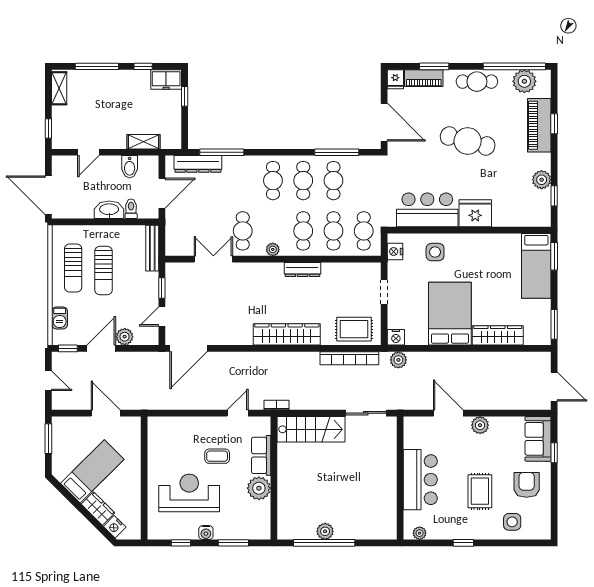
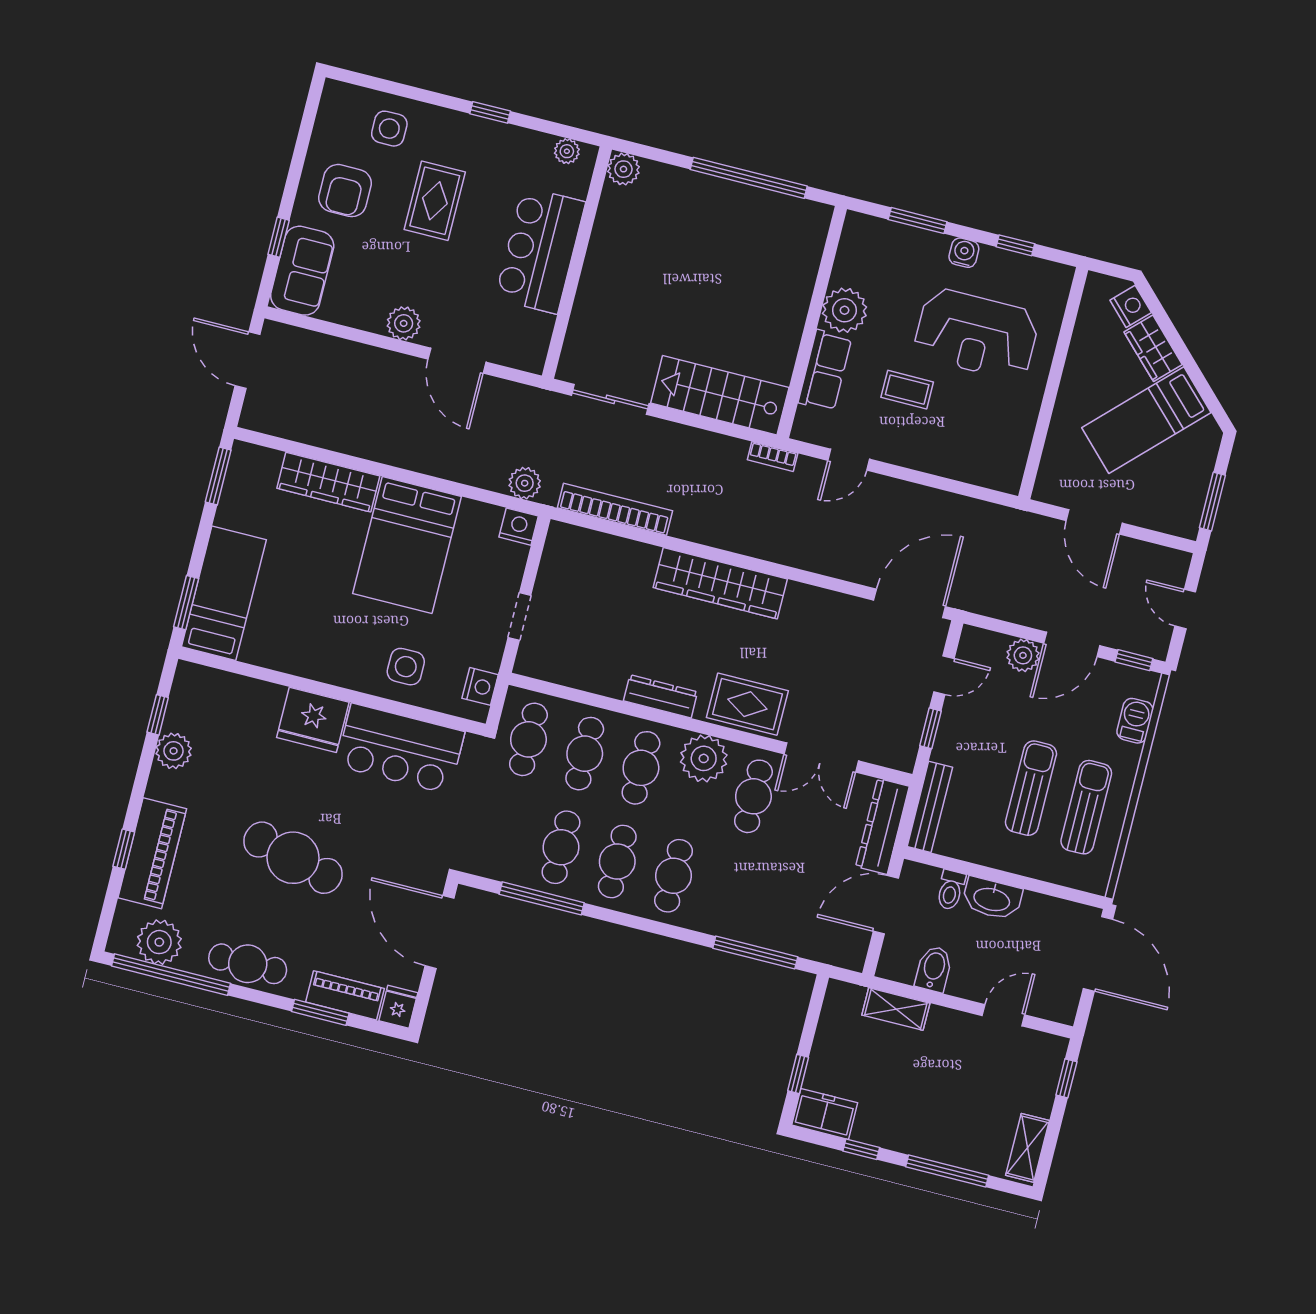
dresser: (198, 164) -> (882, 826), moved, turned -90
plant: (273, 249) -> (704, 758), width x1.88, depth x1.88
rug: (354, 329) -> (747, 704), moved
plant: (325, 531) -> (623, 169), moved

